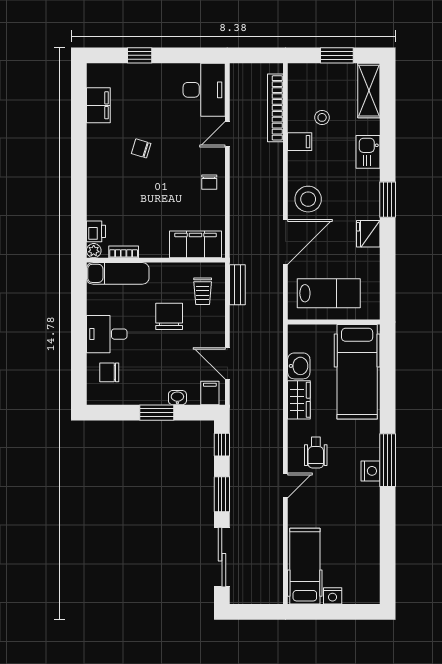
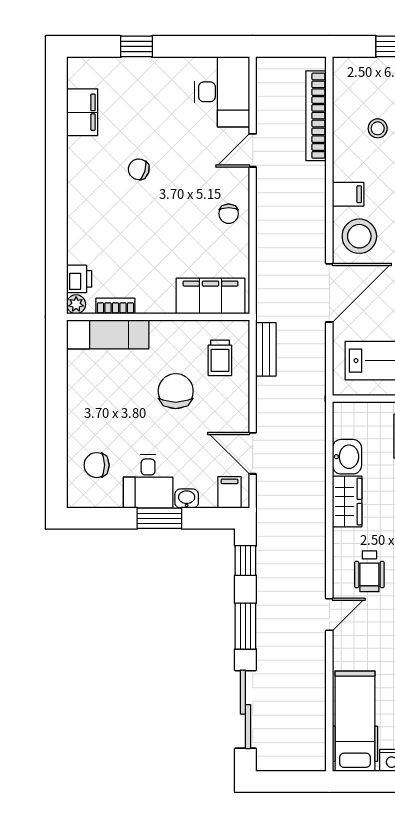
filing cabinet: (300, 142) -> (348, 194), moved
desk: (107, 334) -> (148, 481), moved, turned -90

